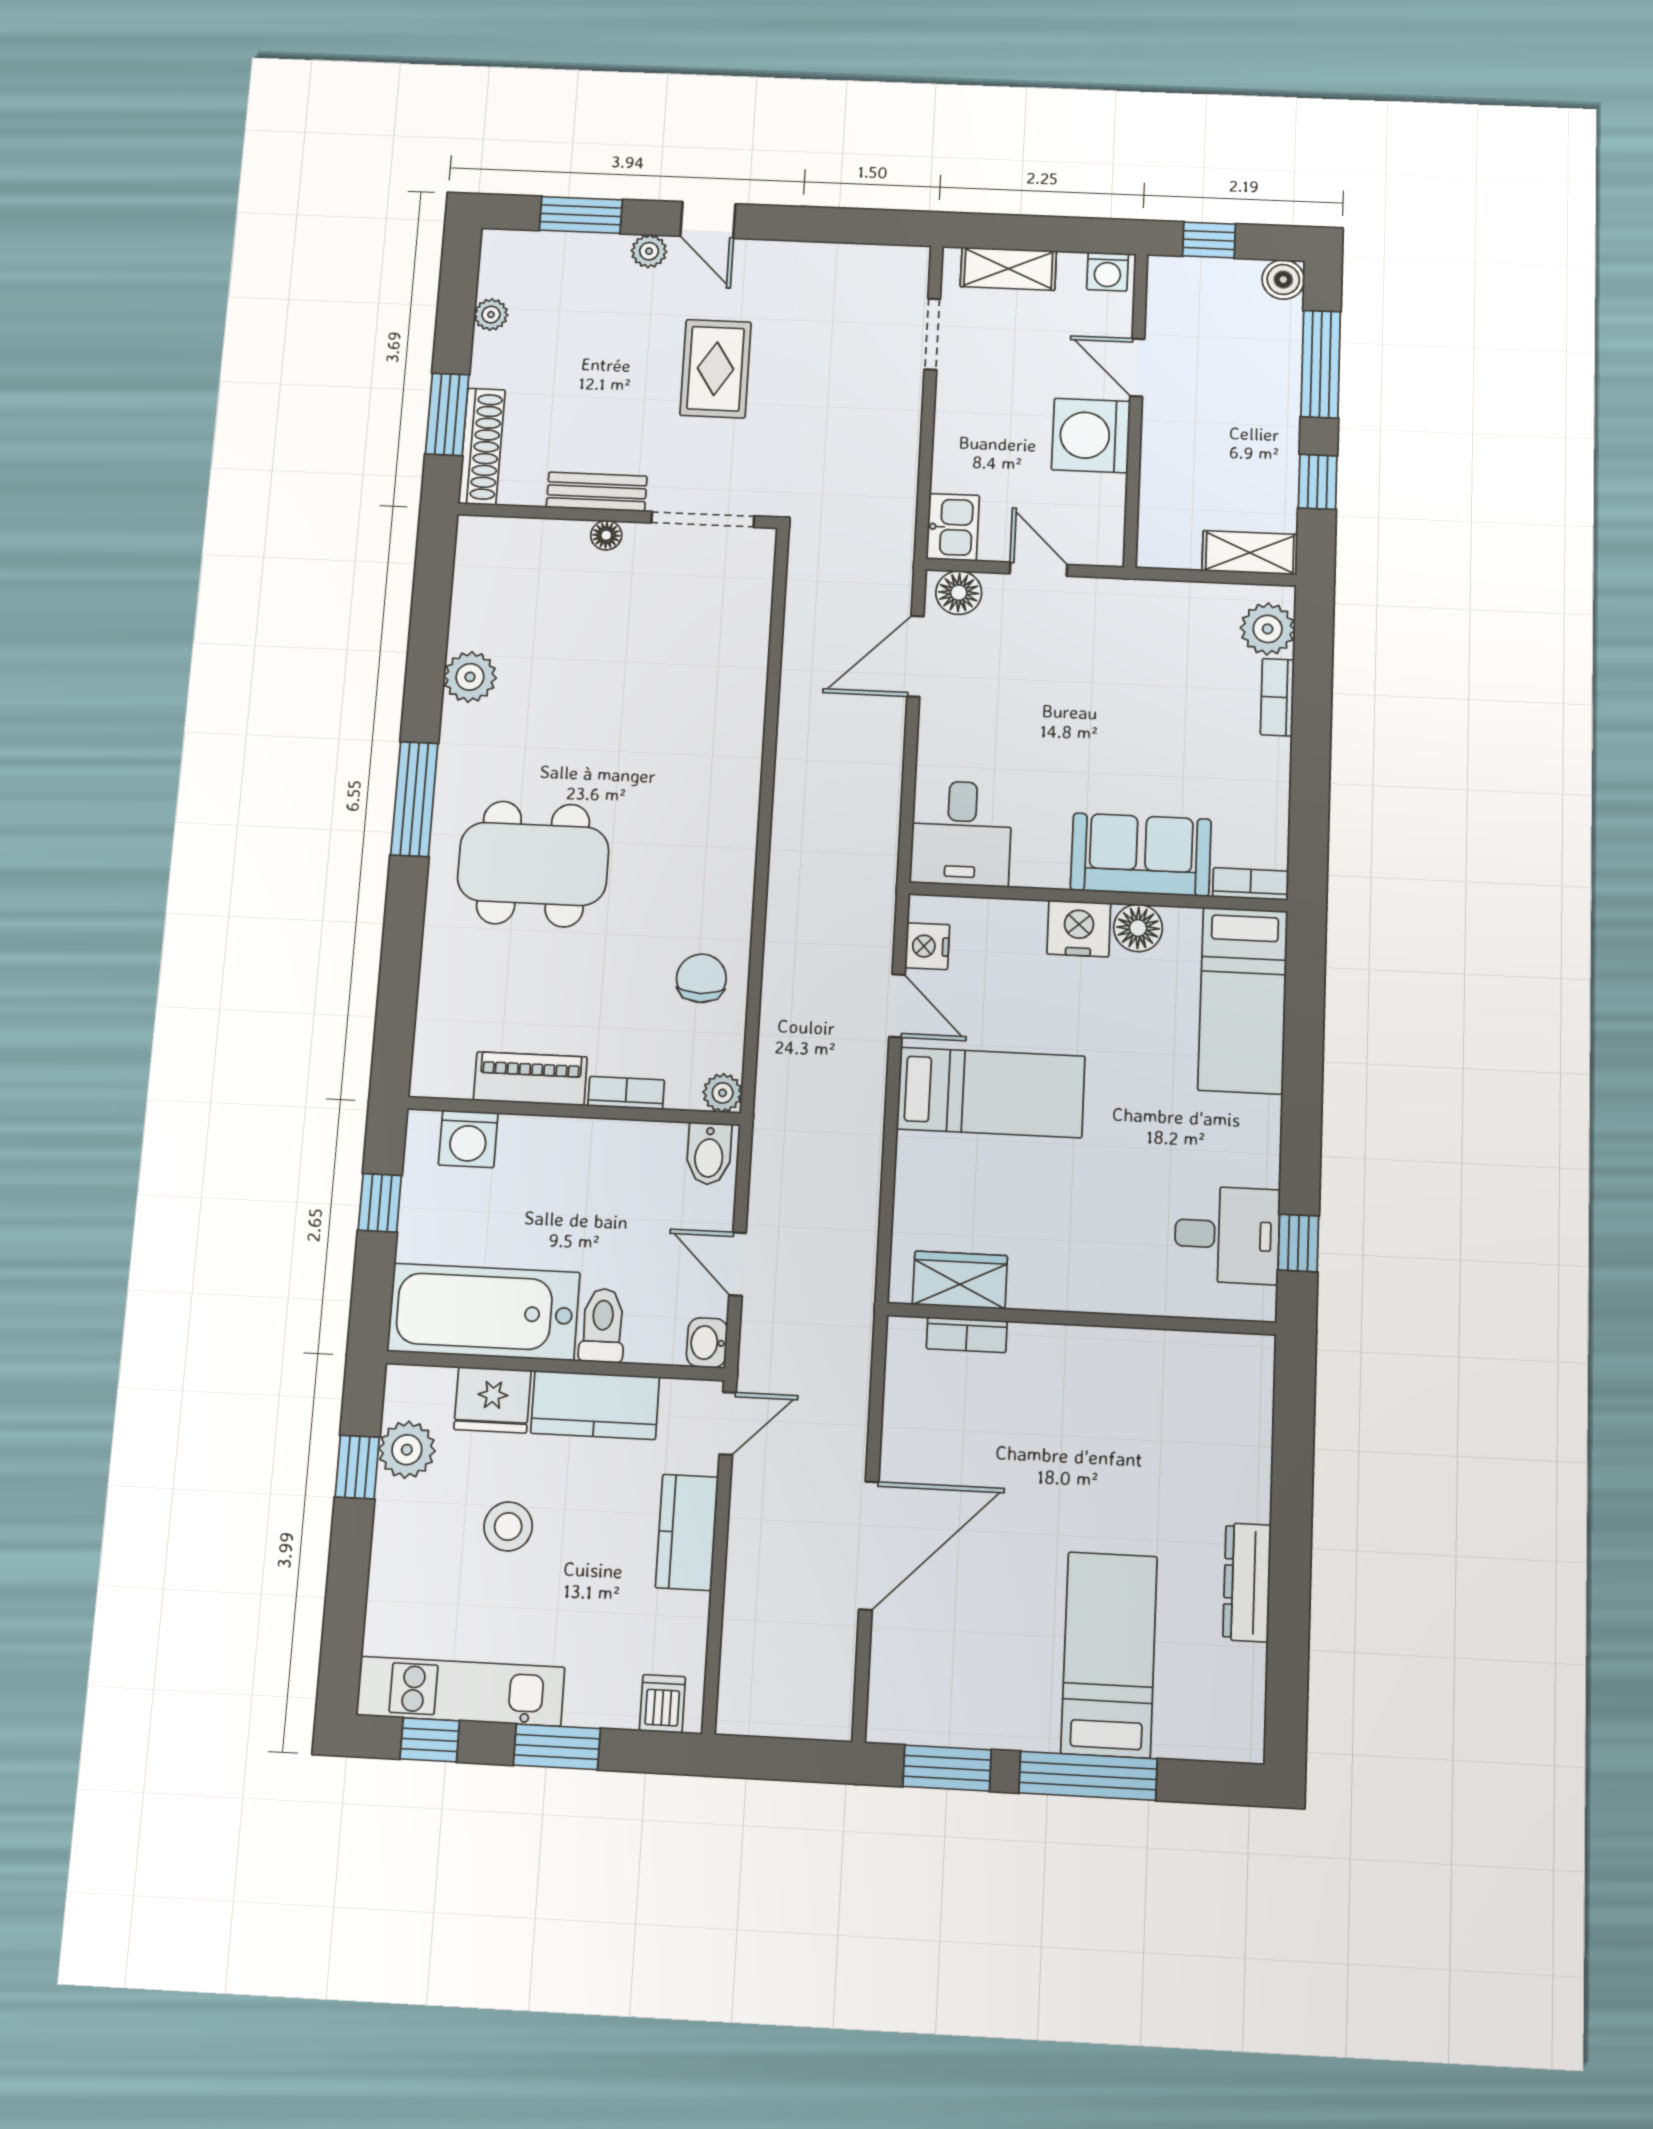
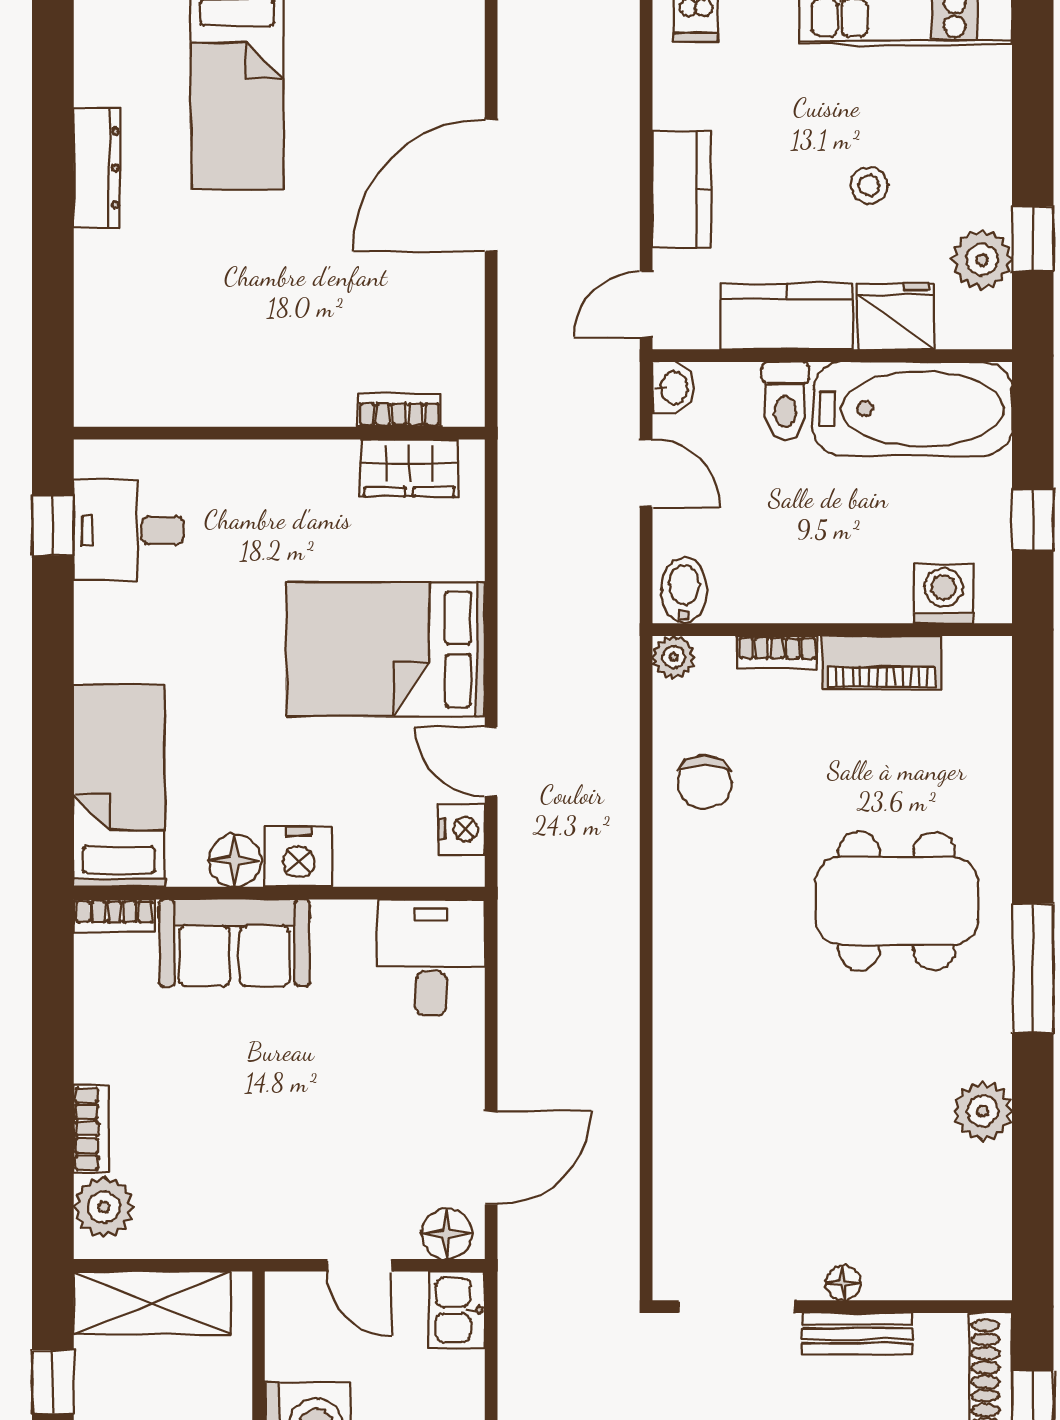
shelving: (1250, 553) -> (152, 1303), width x1.50, depth x1.33
bed: (991, 1092) -> (386, 649), width x1.50
stool: (508, 1526) -> (869, 185), width x0.73, depth x0.73

